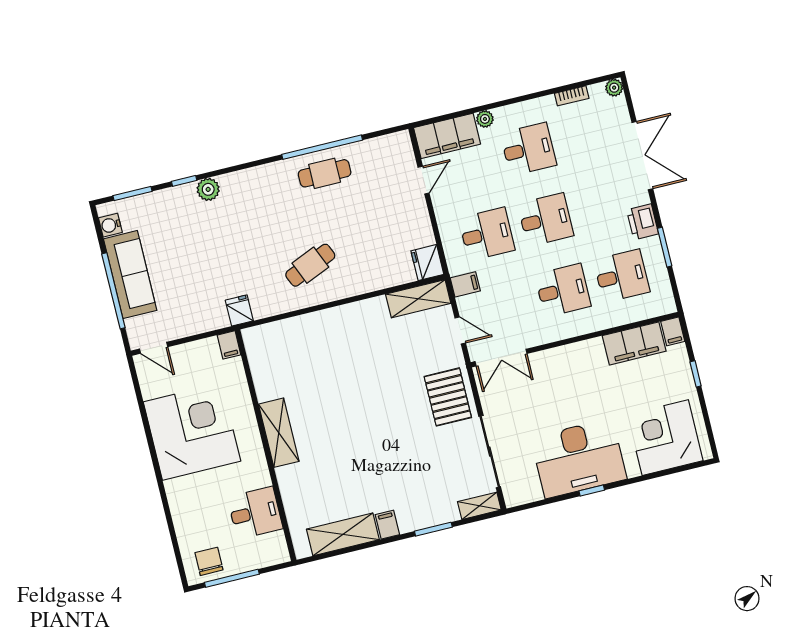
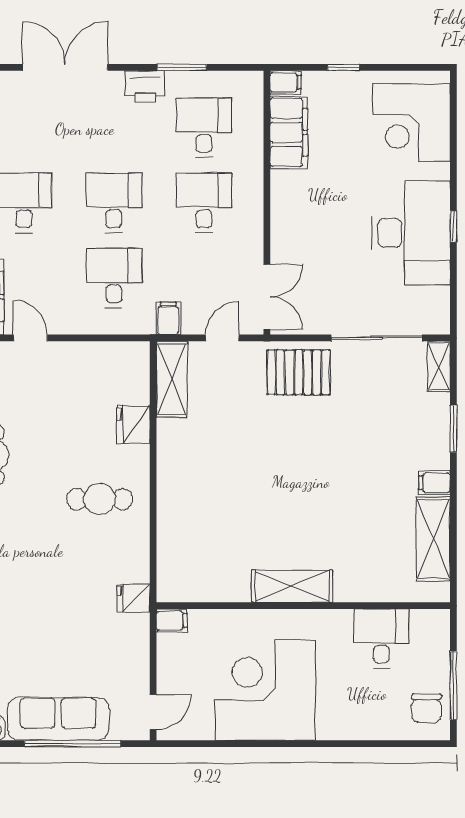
fridge: (427, 263) -> (133, 424), moved, turned 90
cafe table: (310, 265) -> (100, 499), turned -67
chair: (209, 561) -> (426, 708), turned -90

